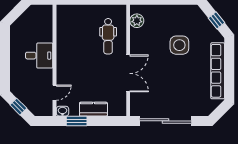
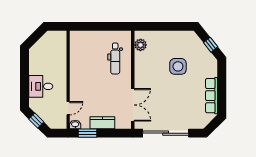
desk: (39, 56) -> (41, 86), moved, turned 180
row of seats: (218, 71) -> (212, 96), width x0.73
double door: (128, 73) -> (133, 105), moved

